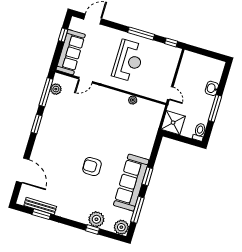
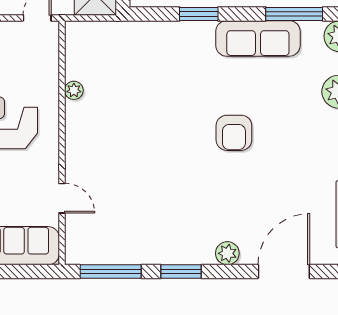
plant: (56, 89) -> (227, 253), moved
window: (147, 176) -> (199, 14), moved
sofa: (131, 183) -> (258, 38), width x0.74, depth x0.79

